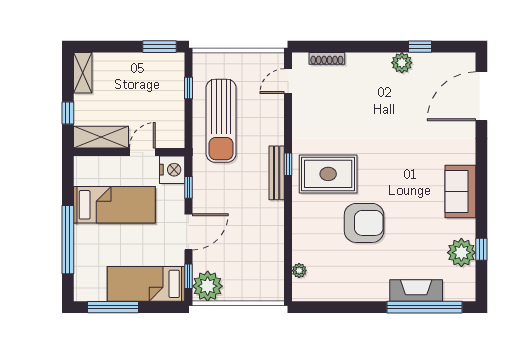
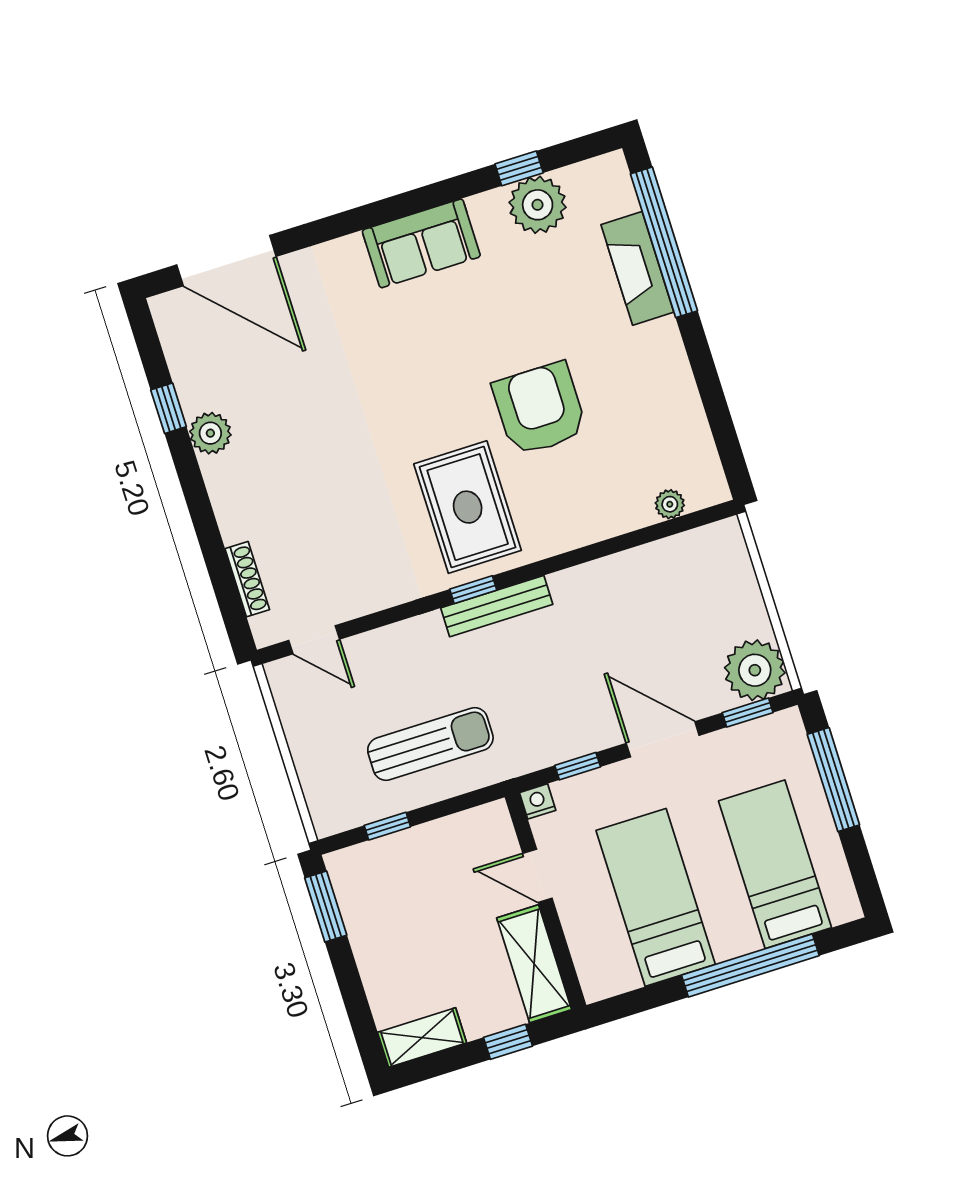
sun lounger: (221, 121) -> (430, 744), width x0.73, depth x0.75
nightstand: (172, 170) -> (538, 801), width x0.53, depth x0.56
bed: (146, 284) -> (775, 864), moved, turned 180
window: (113, 307) -> (833, 780), moved

